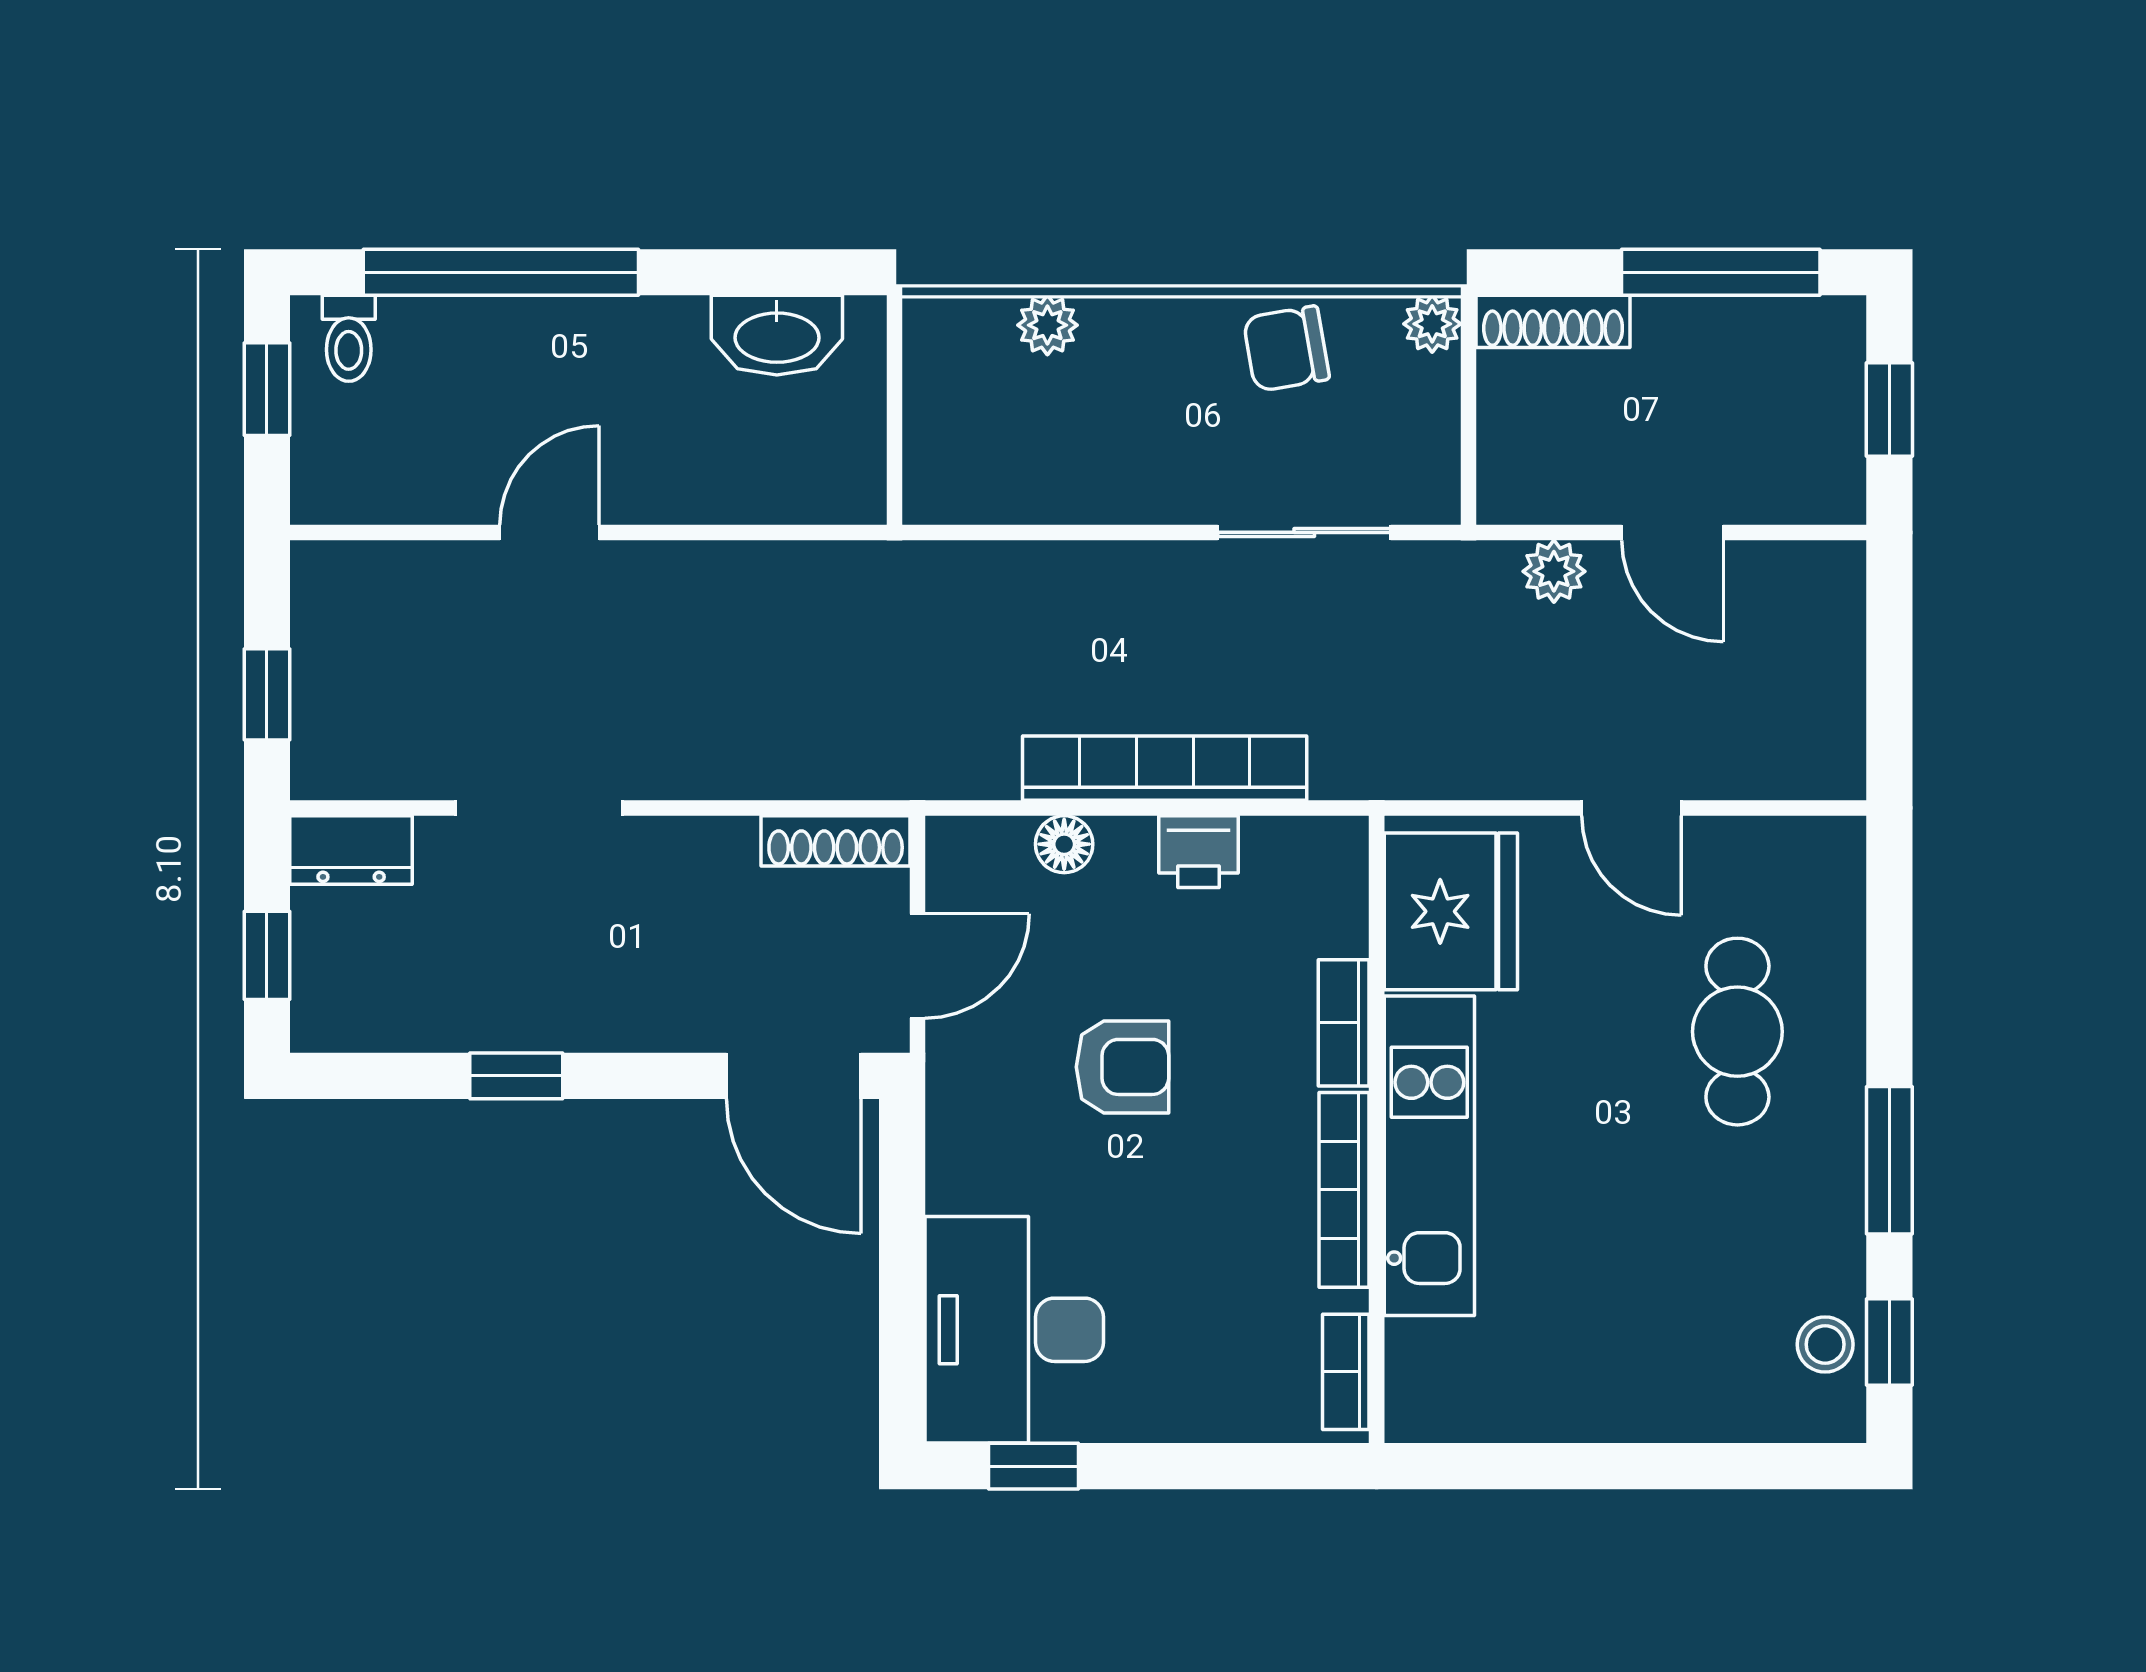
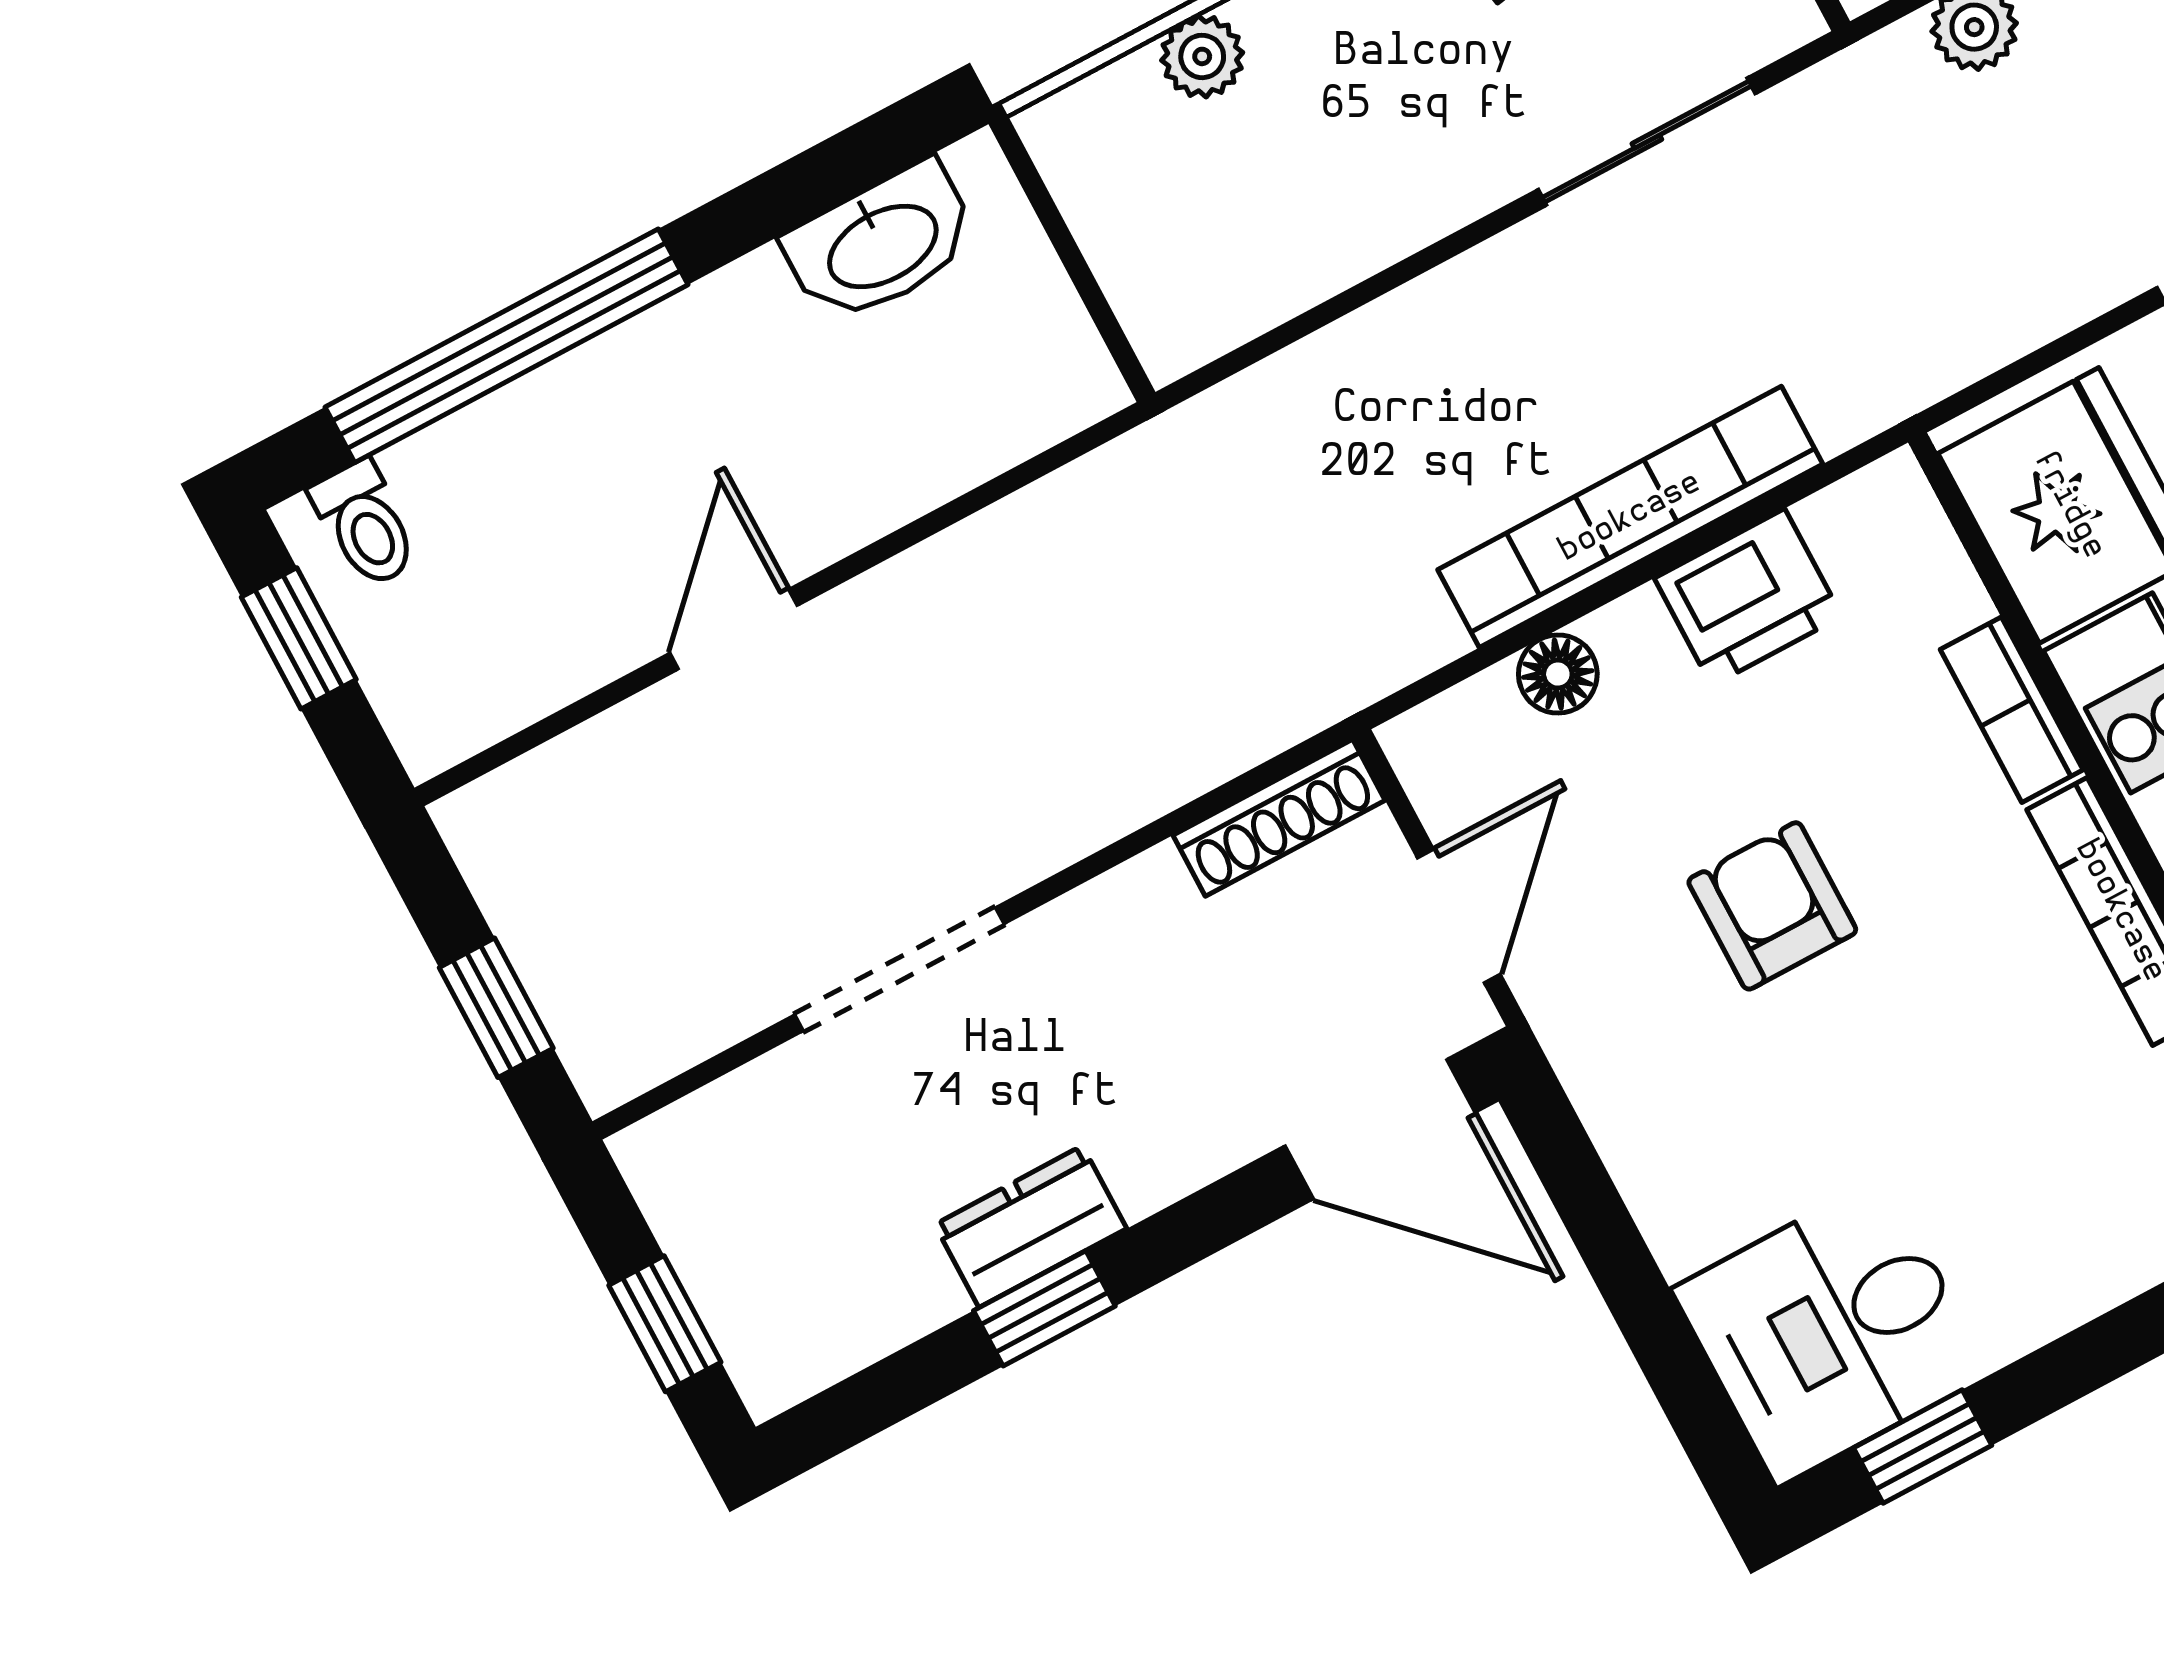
dresser: (351, 850) -> (1031, 1227), moved, turned 180
printer: (1198, 852) -> (1748, 597), width x1.36, depth x1.24
armchair: (1122, 1067) -> (1772, 906), turned -90
desk: (1014, 1330) -> (1831, 1331), width x0.73

